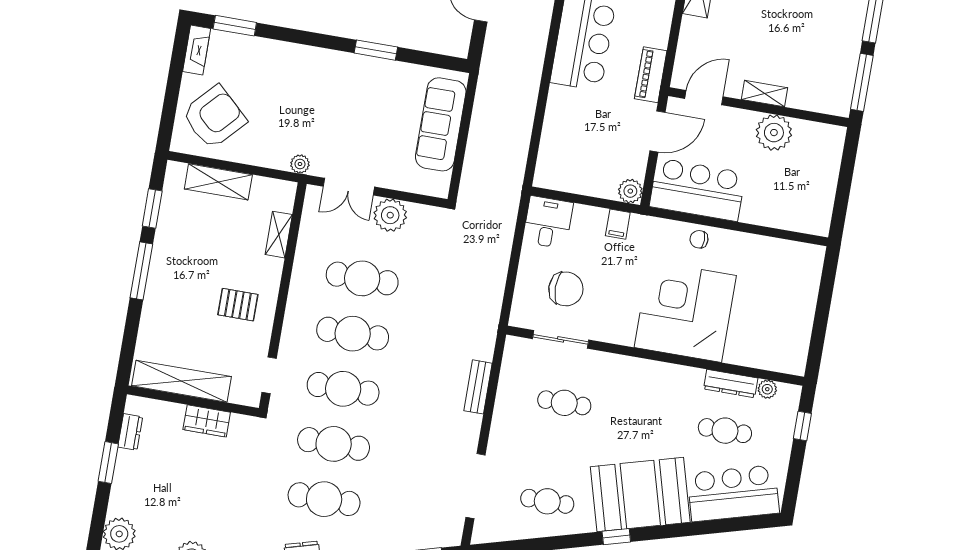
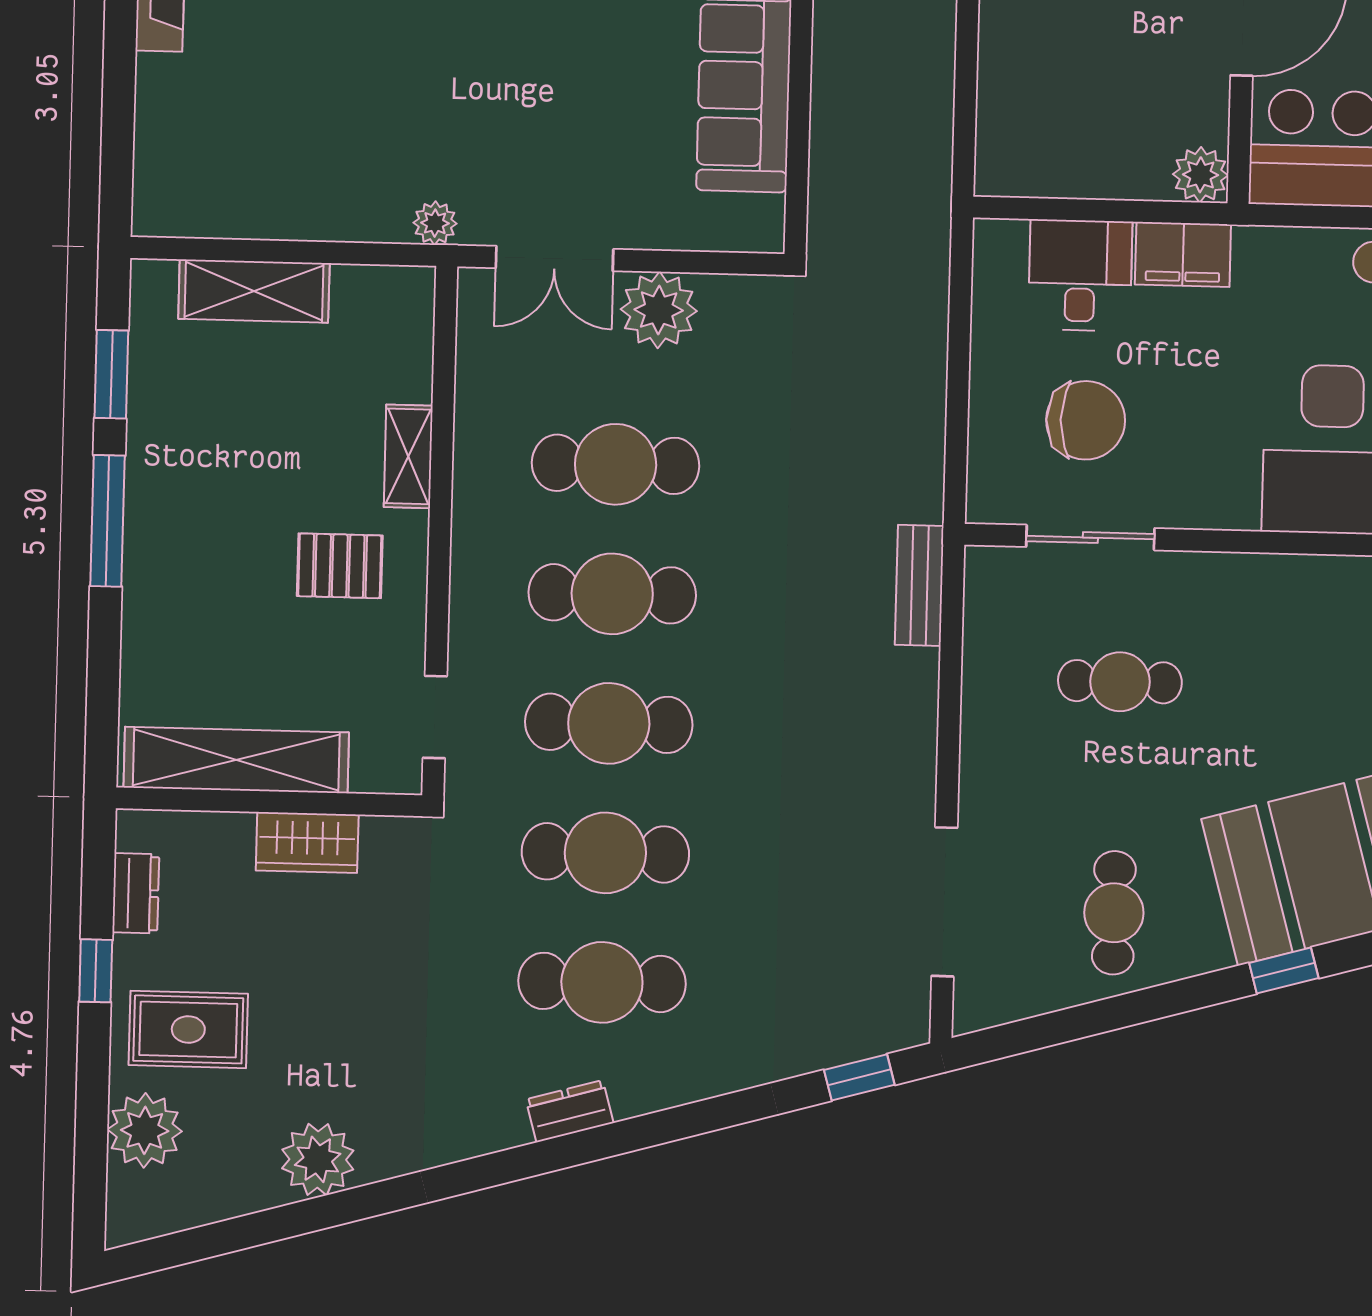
armchair: (214, 117) -> (223, 144), removed
desk: (548, 222) -> (1080, 275), moved
filing cabinet: (618, 224) -> (1183, 255), width x2.00
shelving: (279, 235) -> (408, 456), moved
bench: (478, 387) -> (919, 585), moved
window: (108, 463) -> (96, 971), width x0.67
rug: (144, 493) -> (188, 1029), added
cafe table: (547, 501) -> (1114, 913), turned 90

